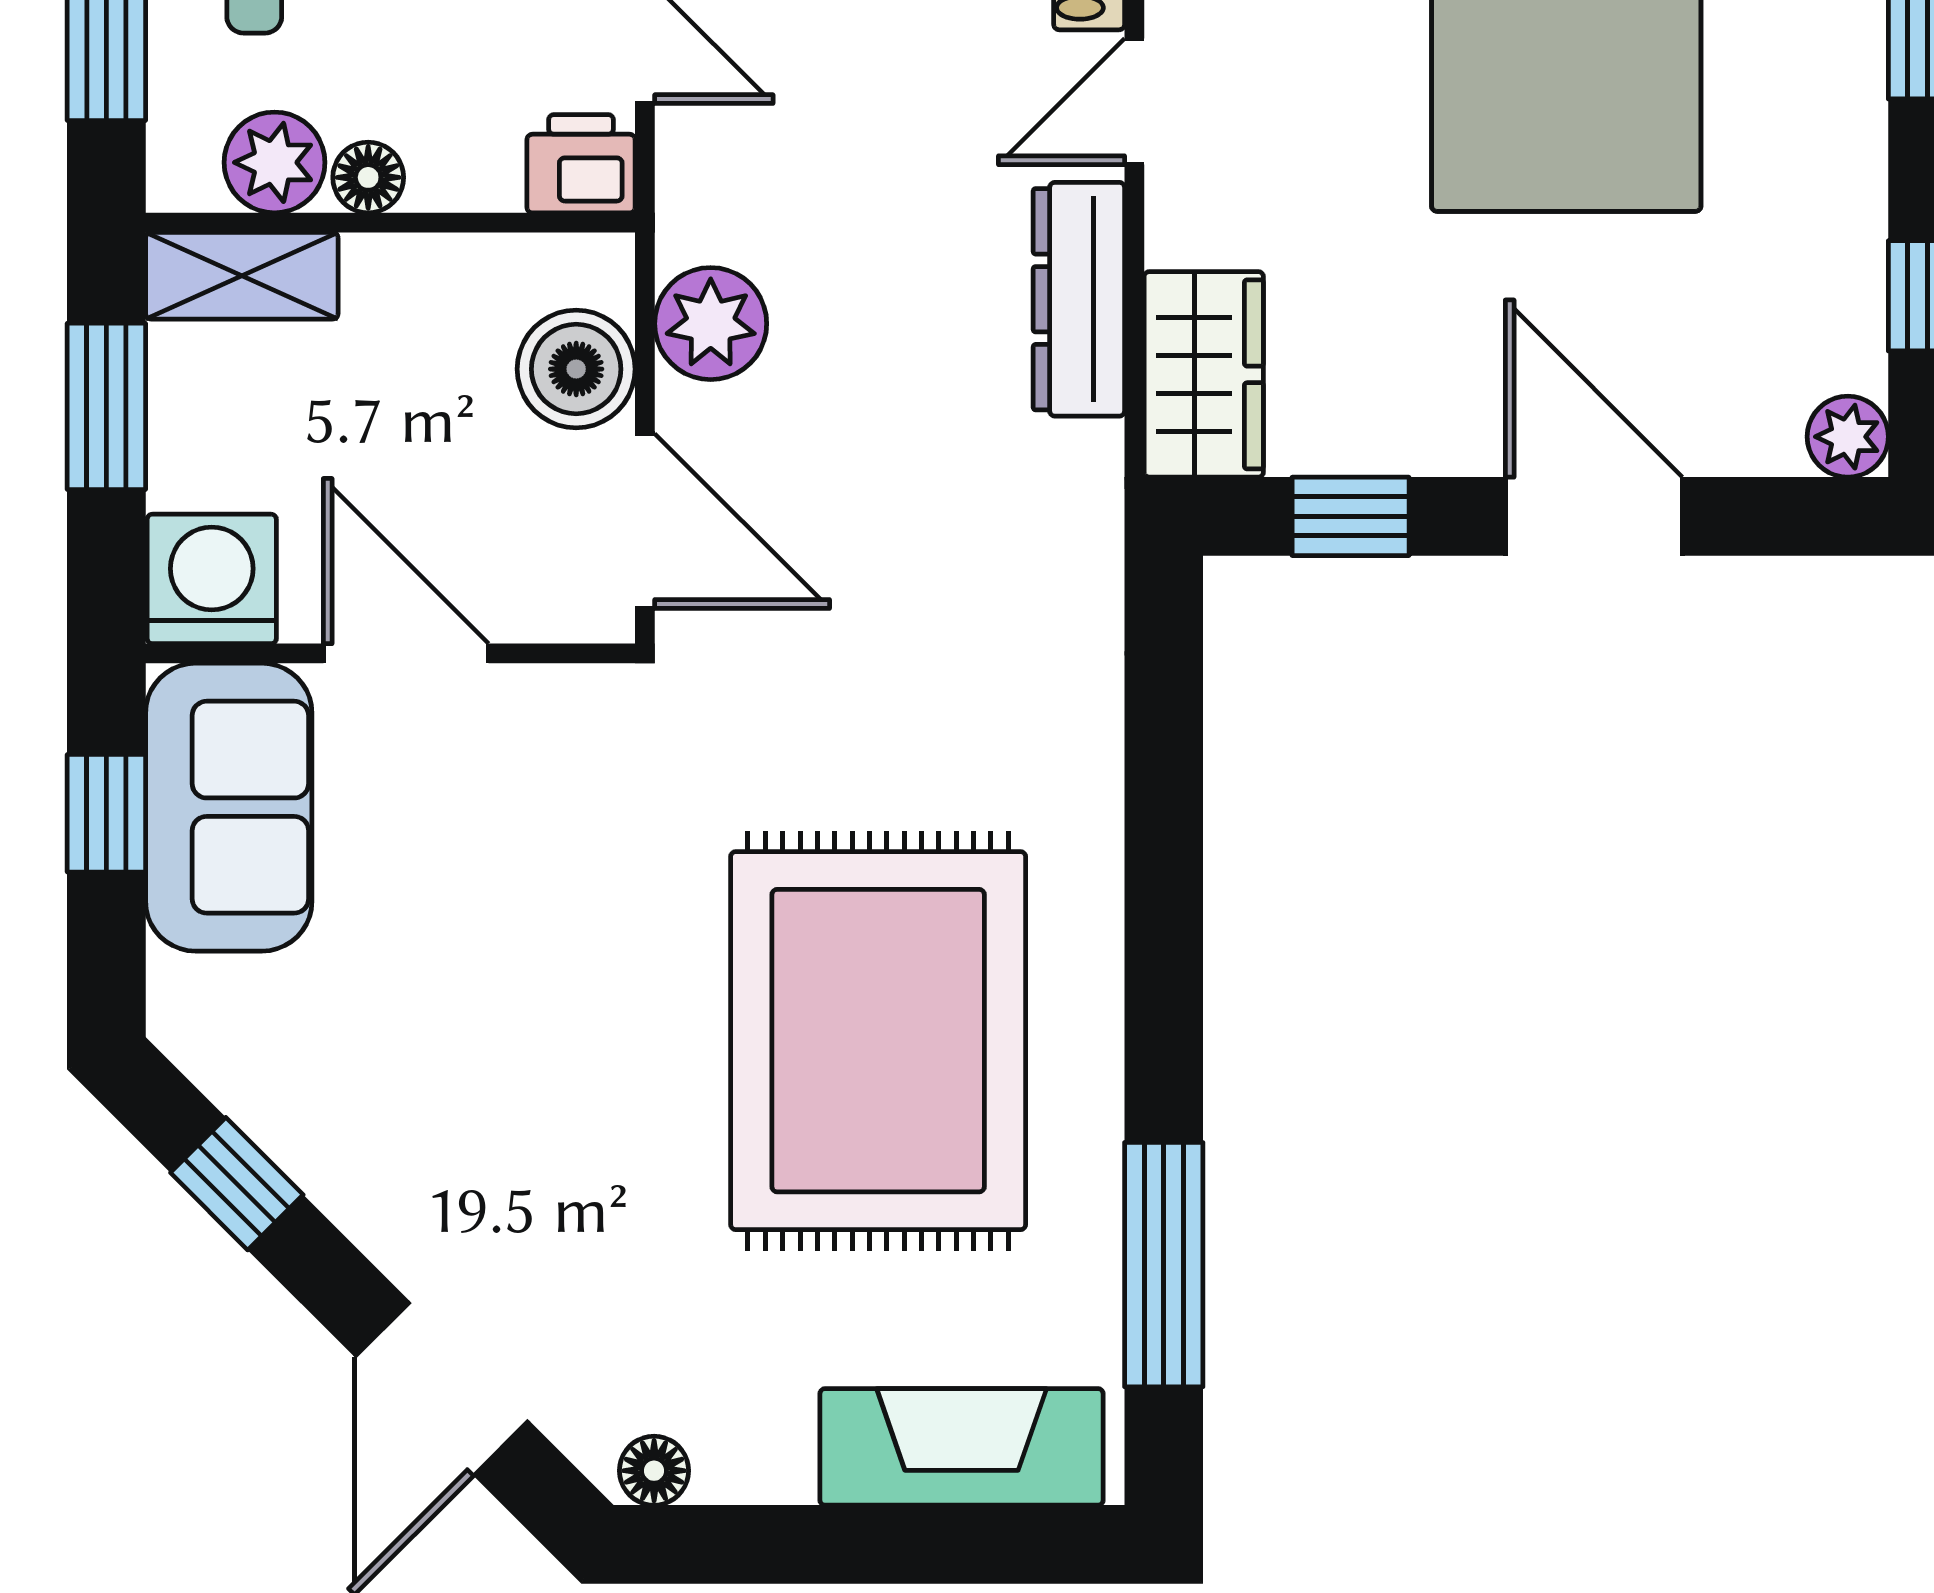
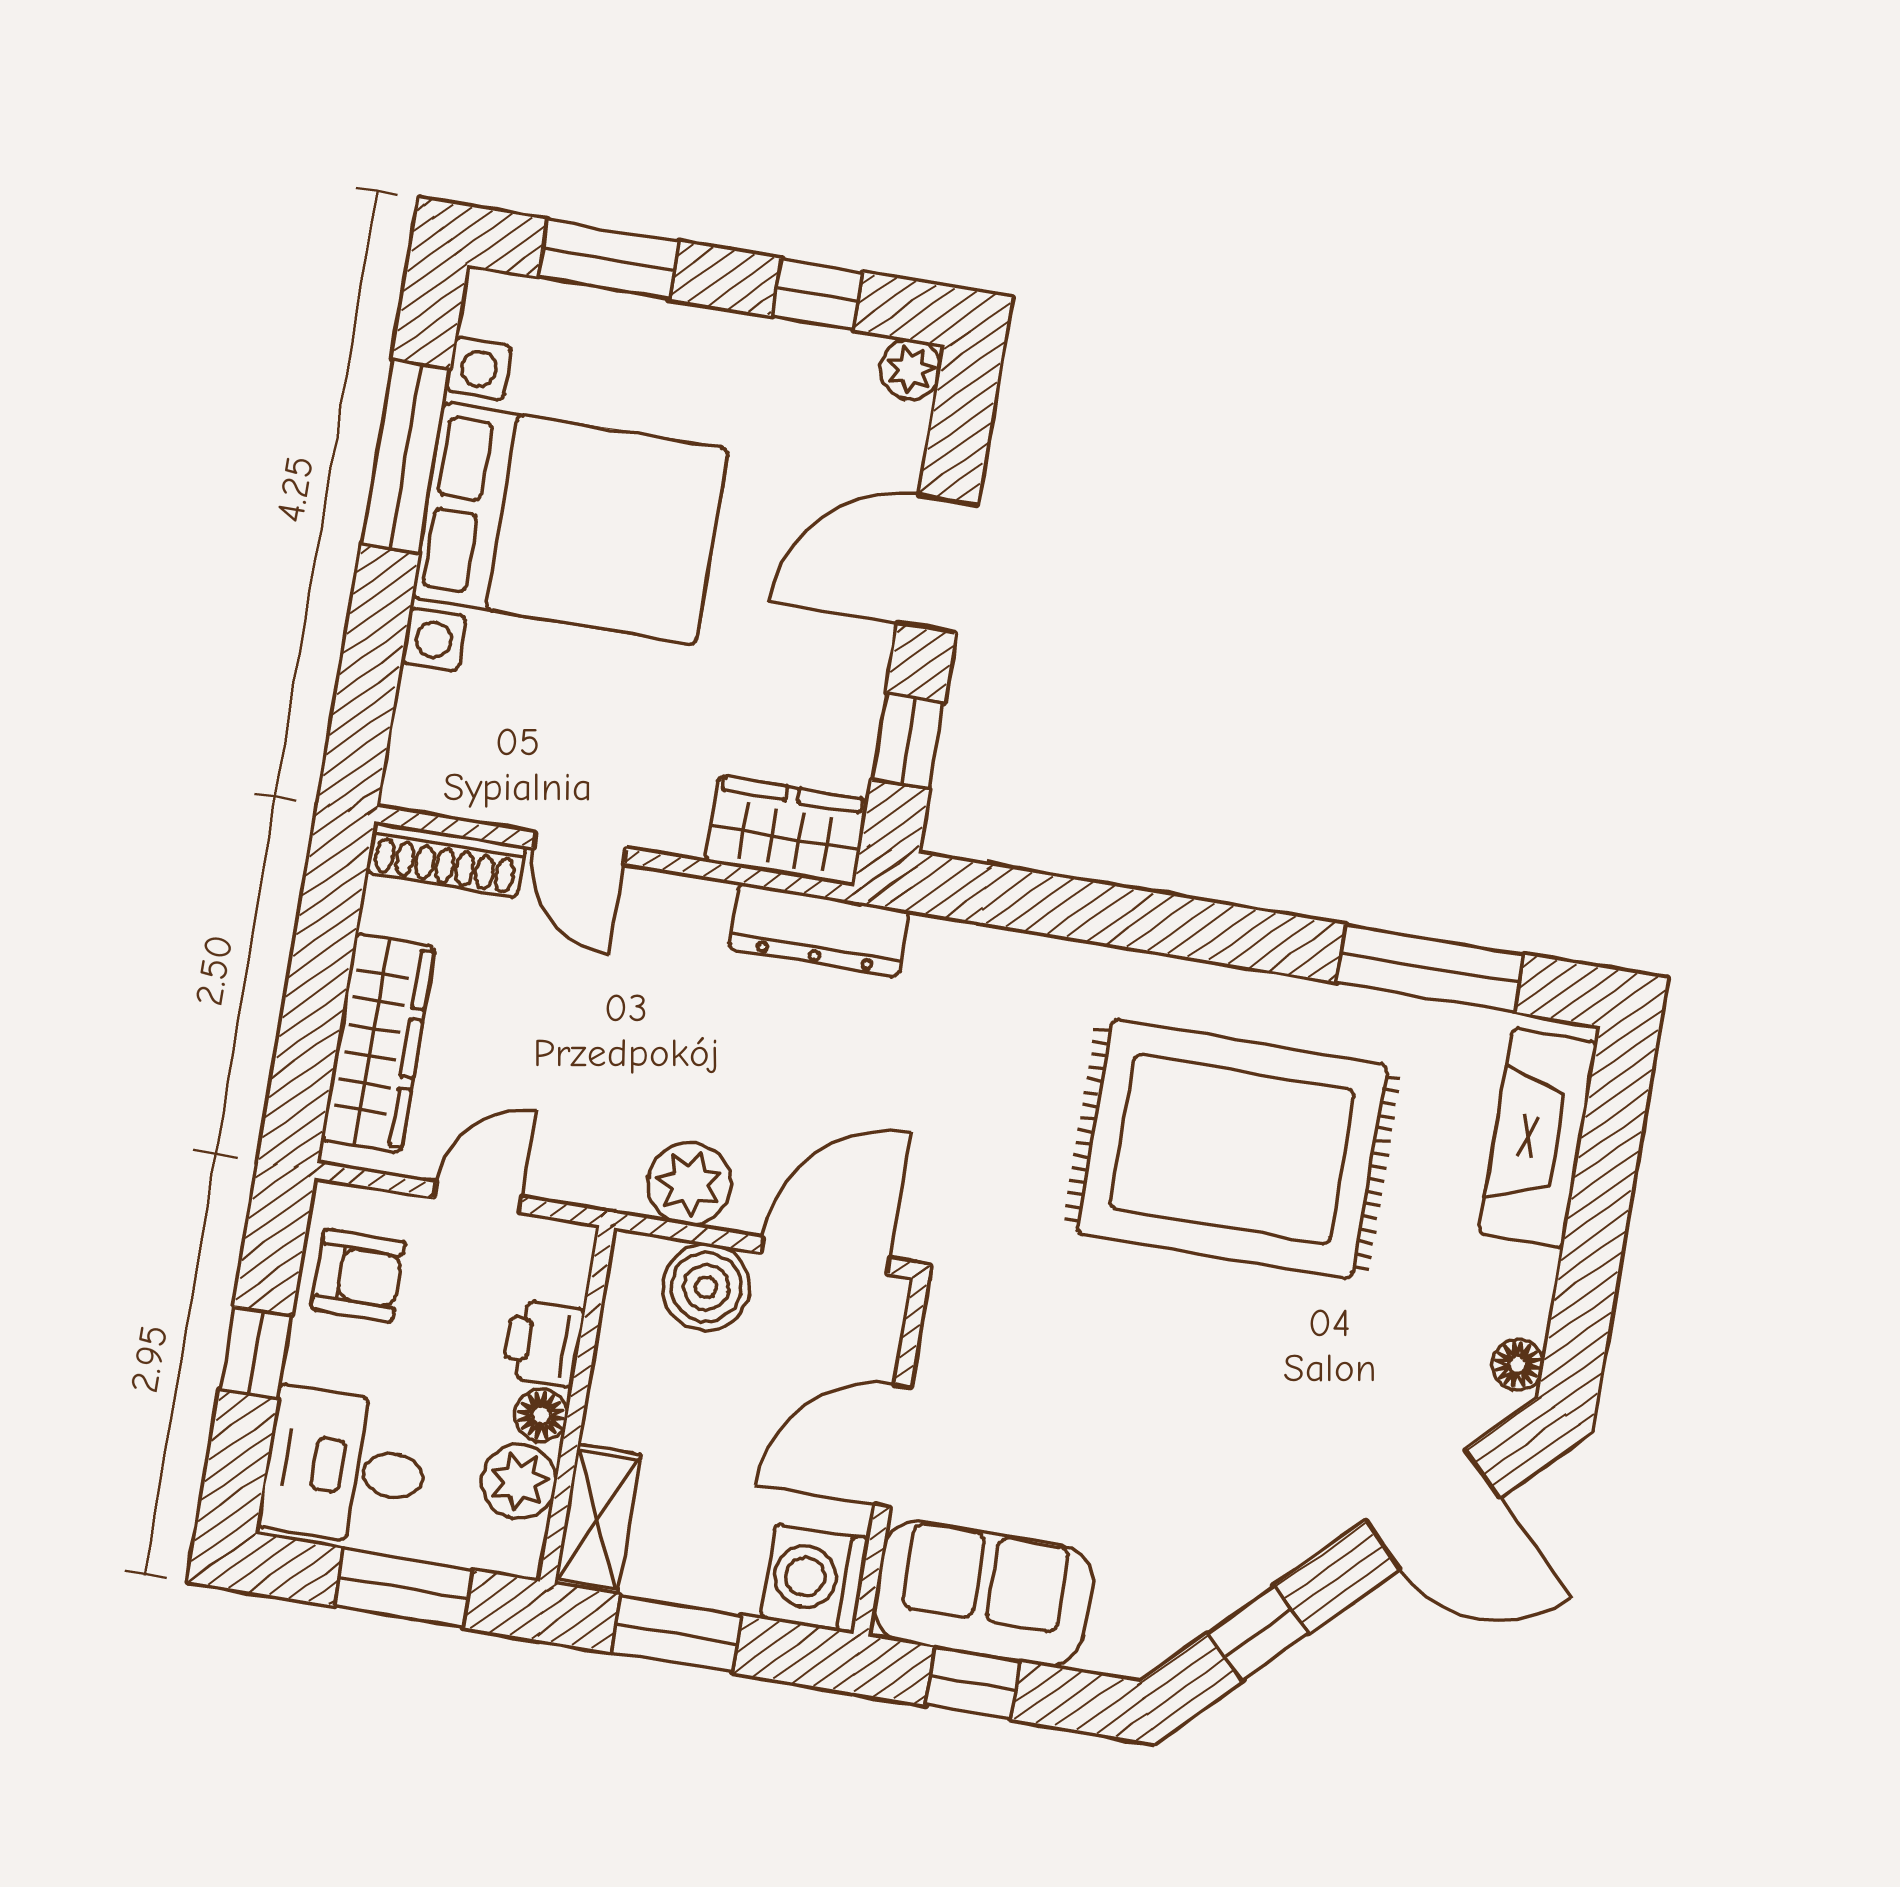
printer: (581, 164) -> (543, 1343), moved
dresser: (1079, 299) -> (819, 930), moved

